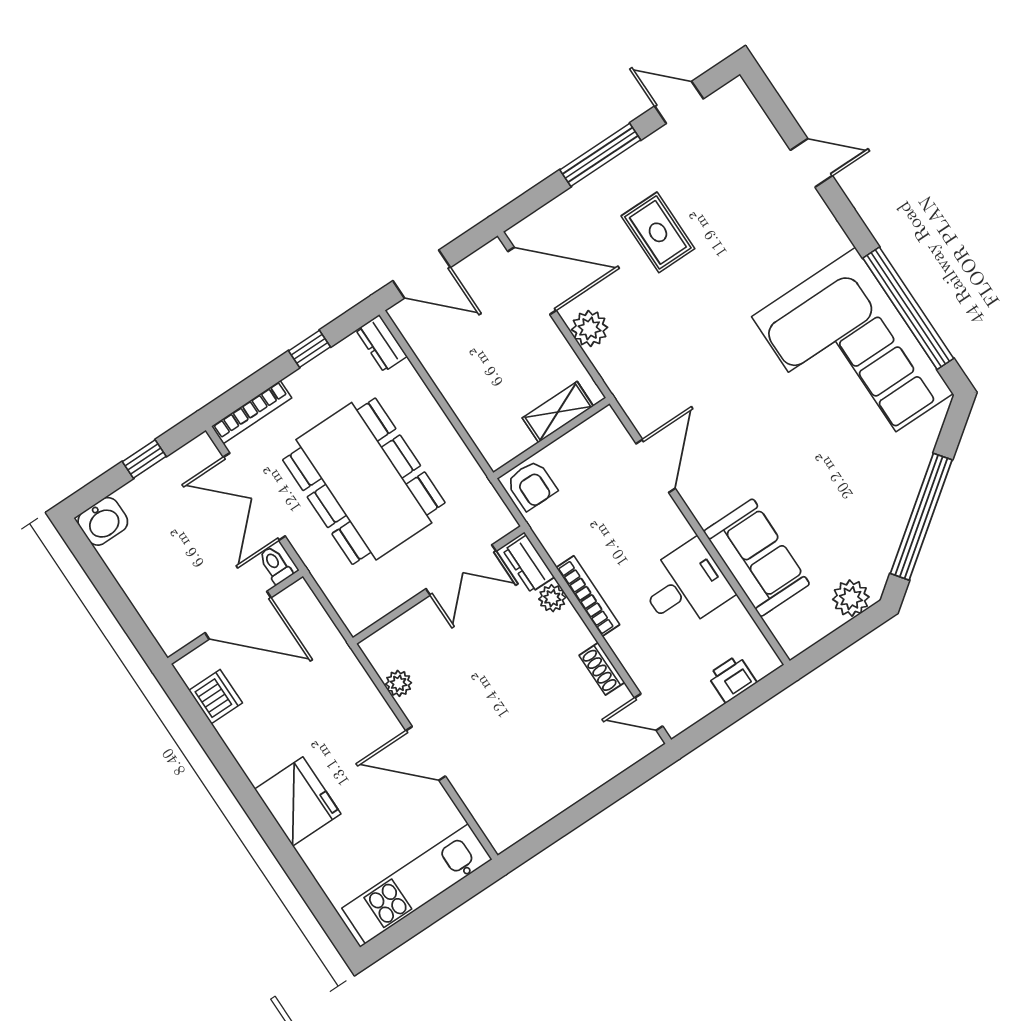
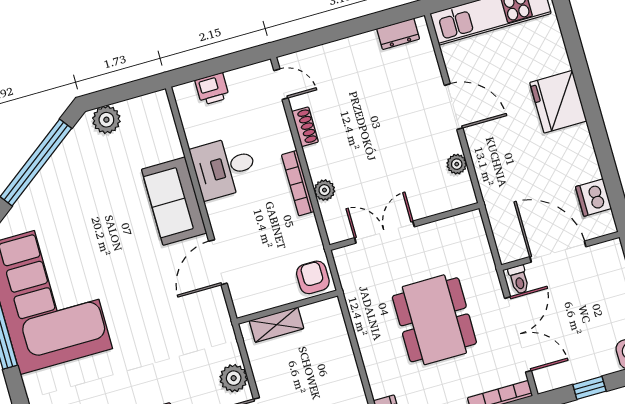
dining table: (364, 481) -> (434, 320), width x0.73, depth x0.80
sofa: (757, 558) -> (174, 201), moved
dresser: (529, 564) -> (398, 34), moved, turned 90

